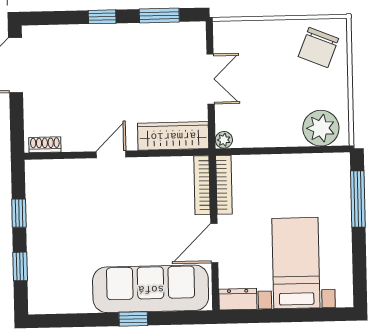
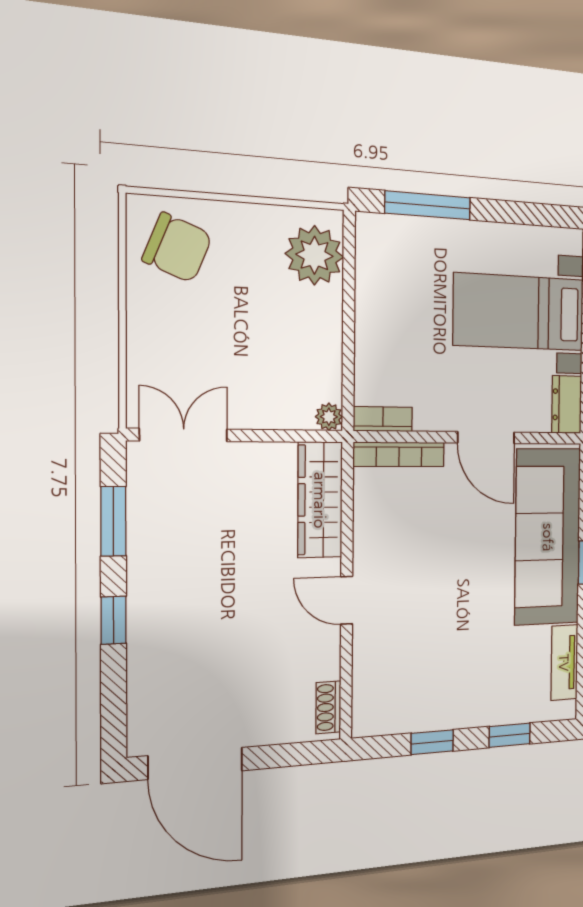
double door: (211, 79) -> (184, 435), moved
bookcase: (224, 185) -> (383, 419), width x0.64
tv unit: (67, 304) -> (564, 663), added

